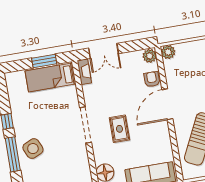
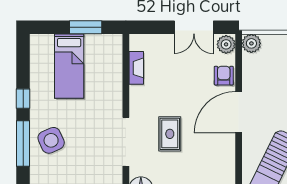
double door: (103, 51) -> (194, 27), moved
fireplace: (84, 72) -> (136, 68), moved
bed: (51, 77) -> (69, 66), moved, turned -90
doorway: (86, 125) -> (126, 142), moved

